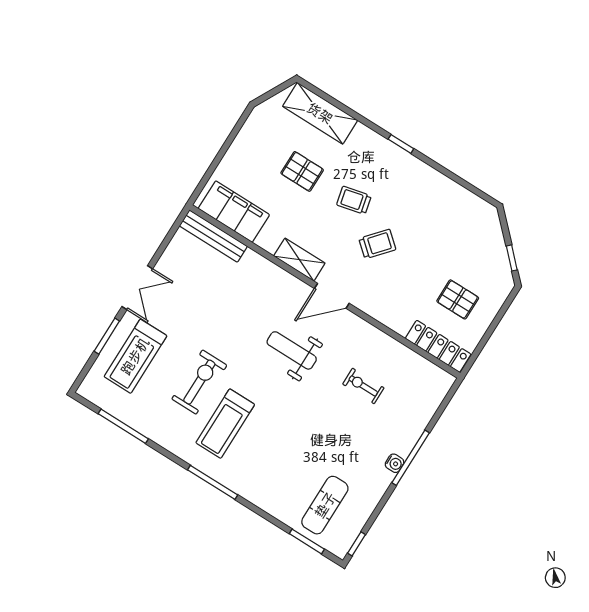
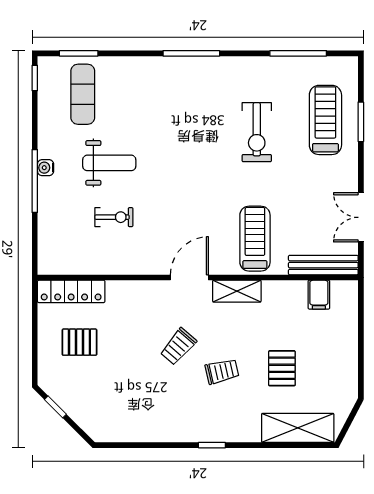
pallet: (302, 171) -> (282, 368), turned 90
filing cabinet: (234, 212) -> (319, 295), width x0.33, depth x0.86
double door: (137, 288) -> (361, 217), moved
weight bench: (292, 350) -> (109, 163), moved
treadmill: (225, 424) -> (255, 239), moved

